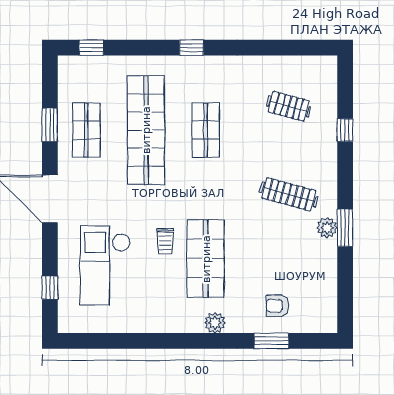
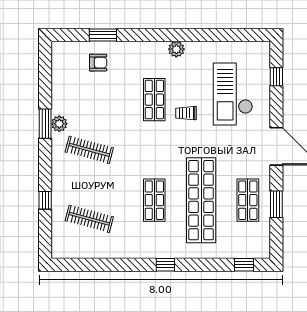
clothes rail: (289, 106) -> (89, 219), width x1.36
trolley: (165, 241) -> (186, 113), turned -90
shop shelf: (206, 259) -> (154, 100), width x0.70, depth x0.74
checkout: (105, 266) -> (233, 94), turned 180
plant: (215, 323) -> (176, 49), moved

